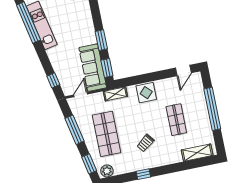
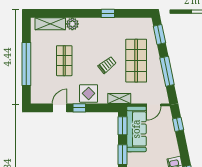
door: (183, 70) -> (60, 108), moved
window: (152, 77) -> (79, 108), added
trolley: (146, 143) -> (107, 65), moved
plant: (107, 171) -> (72, 24), moved

